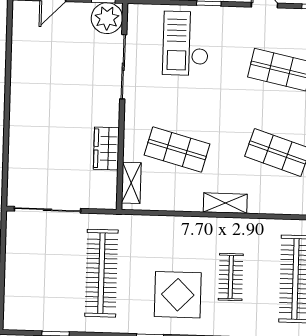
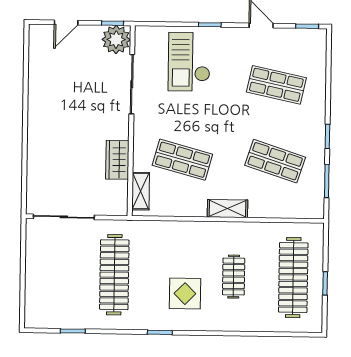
display table: (178, 295) -> (185, 294), width x0.73, depth x0.73

